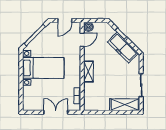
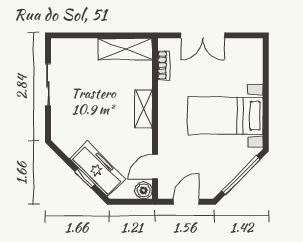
freezer: (123, 48) -> (97, 169), moved
shelving: (125, 105) -> (125, 49), moved

